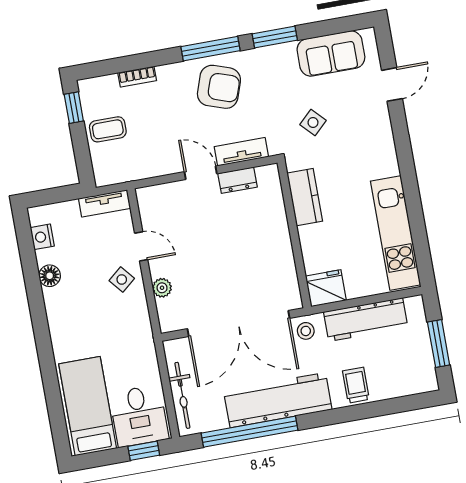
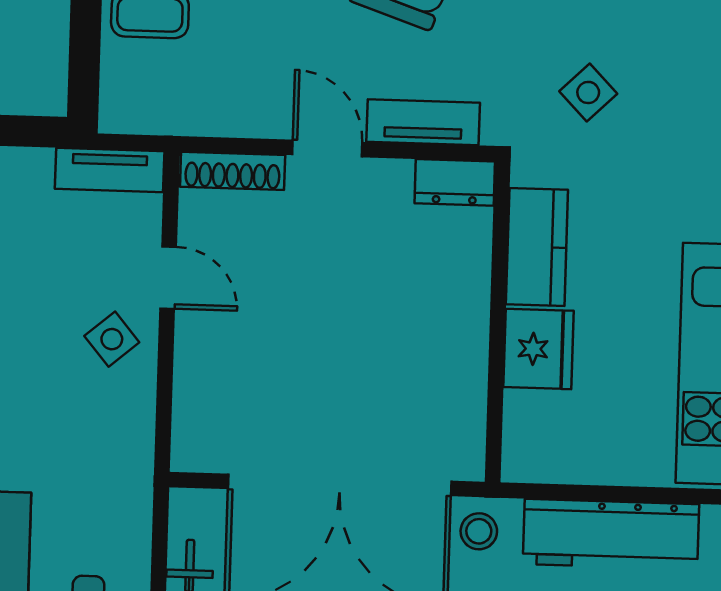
dresser: (237, 180) -> (455, 182), moved
shoe rack: (160, 192) -> (233, 171), added
plant: (162, 288) -> (194, 375), removed
fridge: (326, 288) -> (538, 349), moved, turned 90

